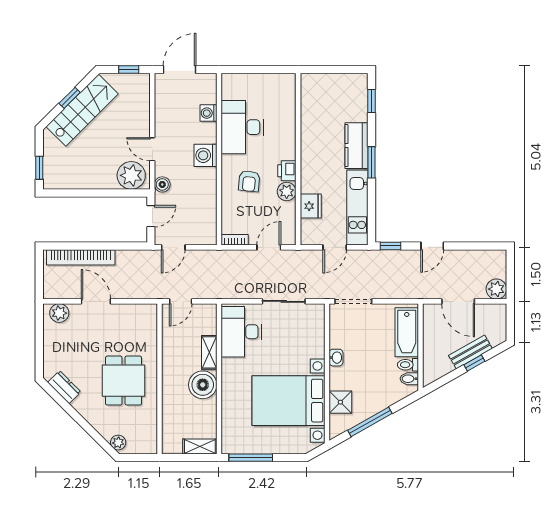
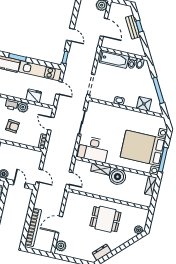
door: (458, 301) -> (104, 27), hinge flipped
bed with nightstands: (288, 401) -> (143, 148), moved, turned 90

